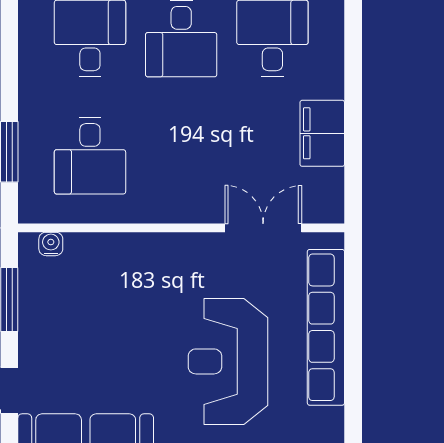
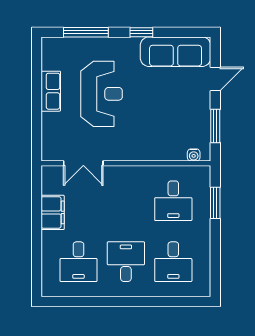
desk: (90, 156) -> (173, 201), turned 180
row of seats: (326, 327) -> (51, 91), width x0.50

